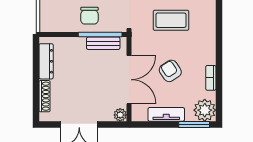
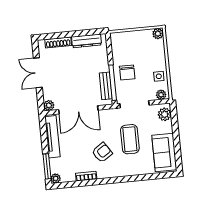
chair: (89, 16) -> (127, 73), turned -90
armchair: (170, 71) -> (102, 153), moved
plant: (205, 110) -> (56, 178), width x0.53, depth x0.53
tv unit: (166, 114) -> (52, 137), width x1.41

